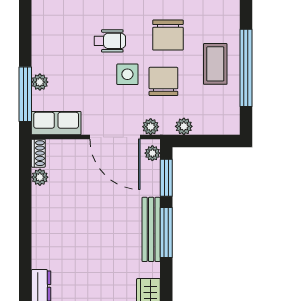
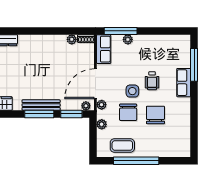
chair: (168, 35) -> (155, 115), turned 90
coffee table: (215, 64) -> (122, 145), moved
chair: (163, 81) -> (128, 112), turned 90

